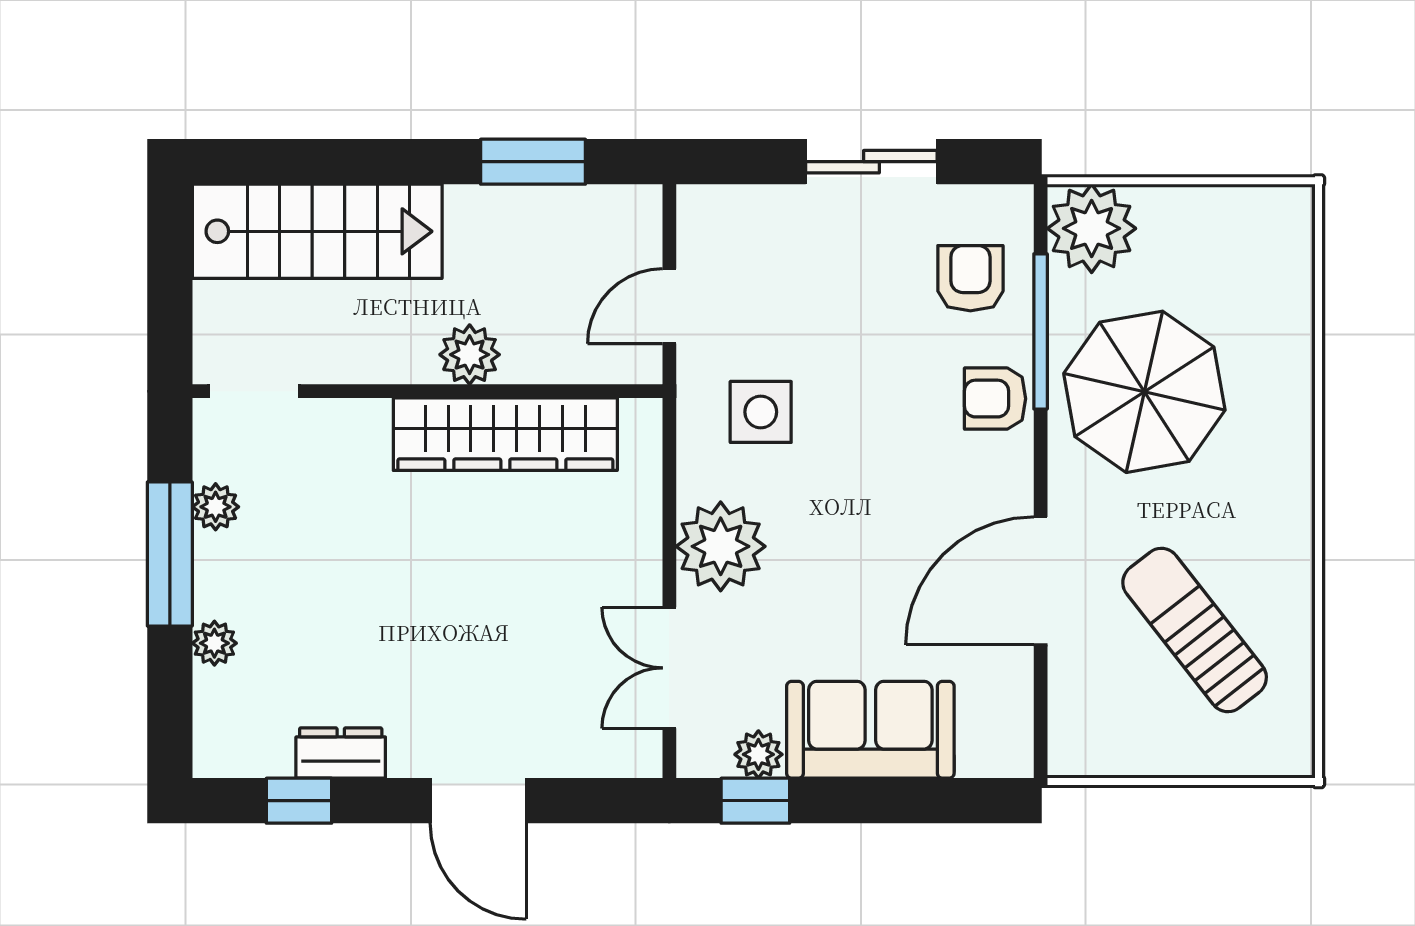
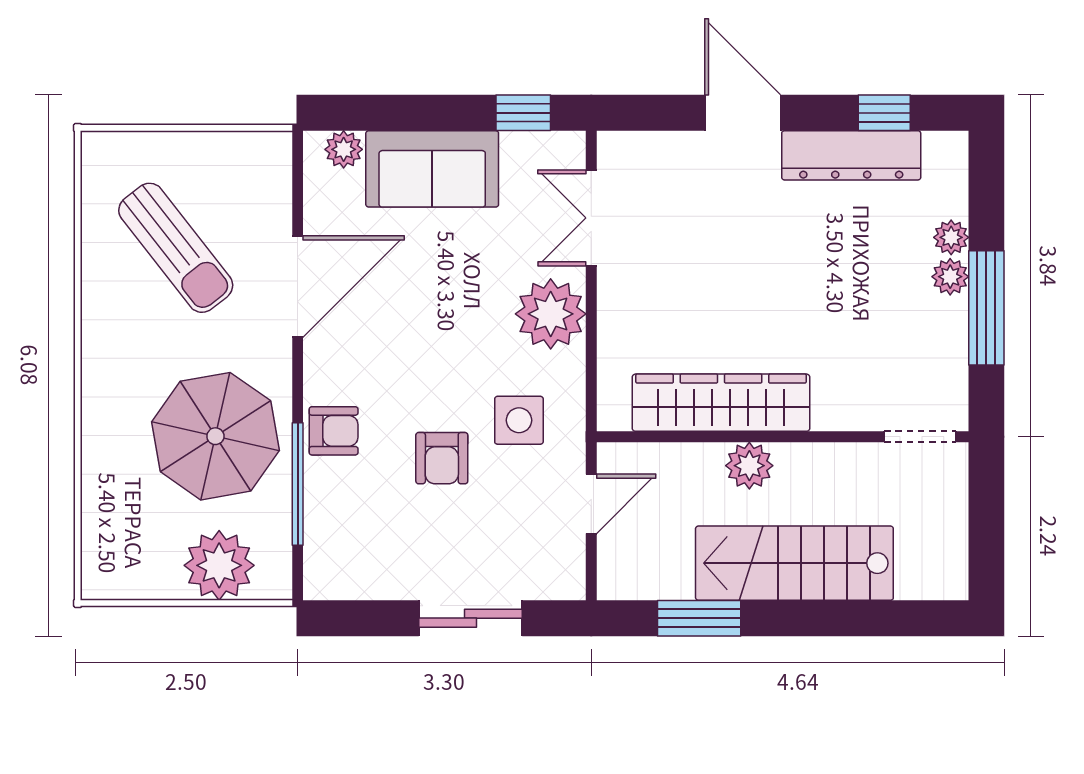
sliding door: (871, 162) -> (471, 618), moved
plant: (1092, 228) -> (219, 565), moved
stairs: (317, 231) -> (794, 563), moved
armchair: (970, 278) -> (442, 458), moved
plant: (216, 507) -> (950, 277), moved
double door: (669, 668) -> (591, 218), swing flipped
dresser: (341, 753) -> (851, 155), width x1.96, depth x1.24
plant: (758, 754) -> (344, 149), moved

